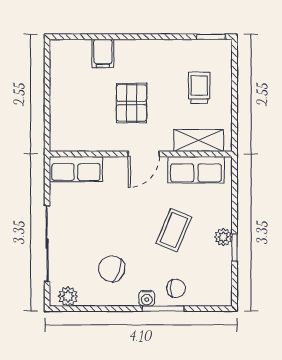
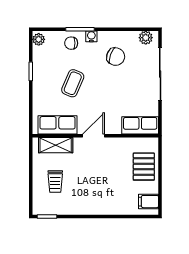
filing cabinet: (103, 53) -> (149, 202), moved, turned -90
pallet: (132, 103) -> (144, 167), moved
plant: (223, 237) -> (39, 39), moved

